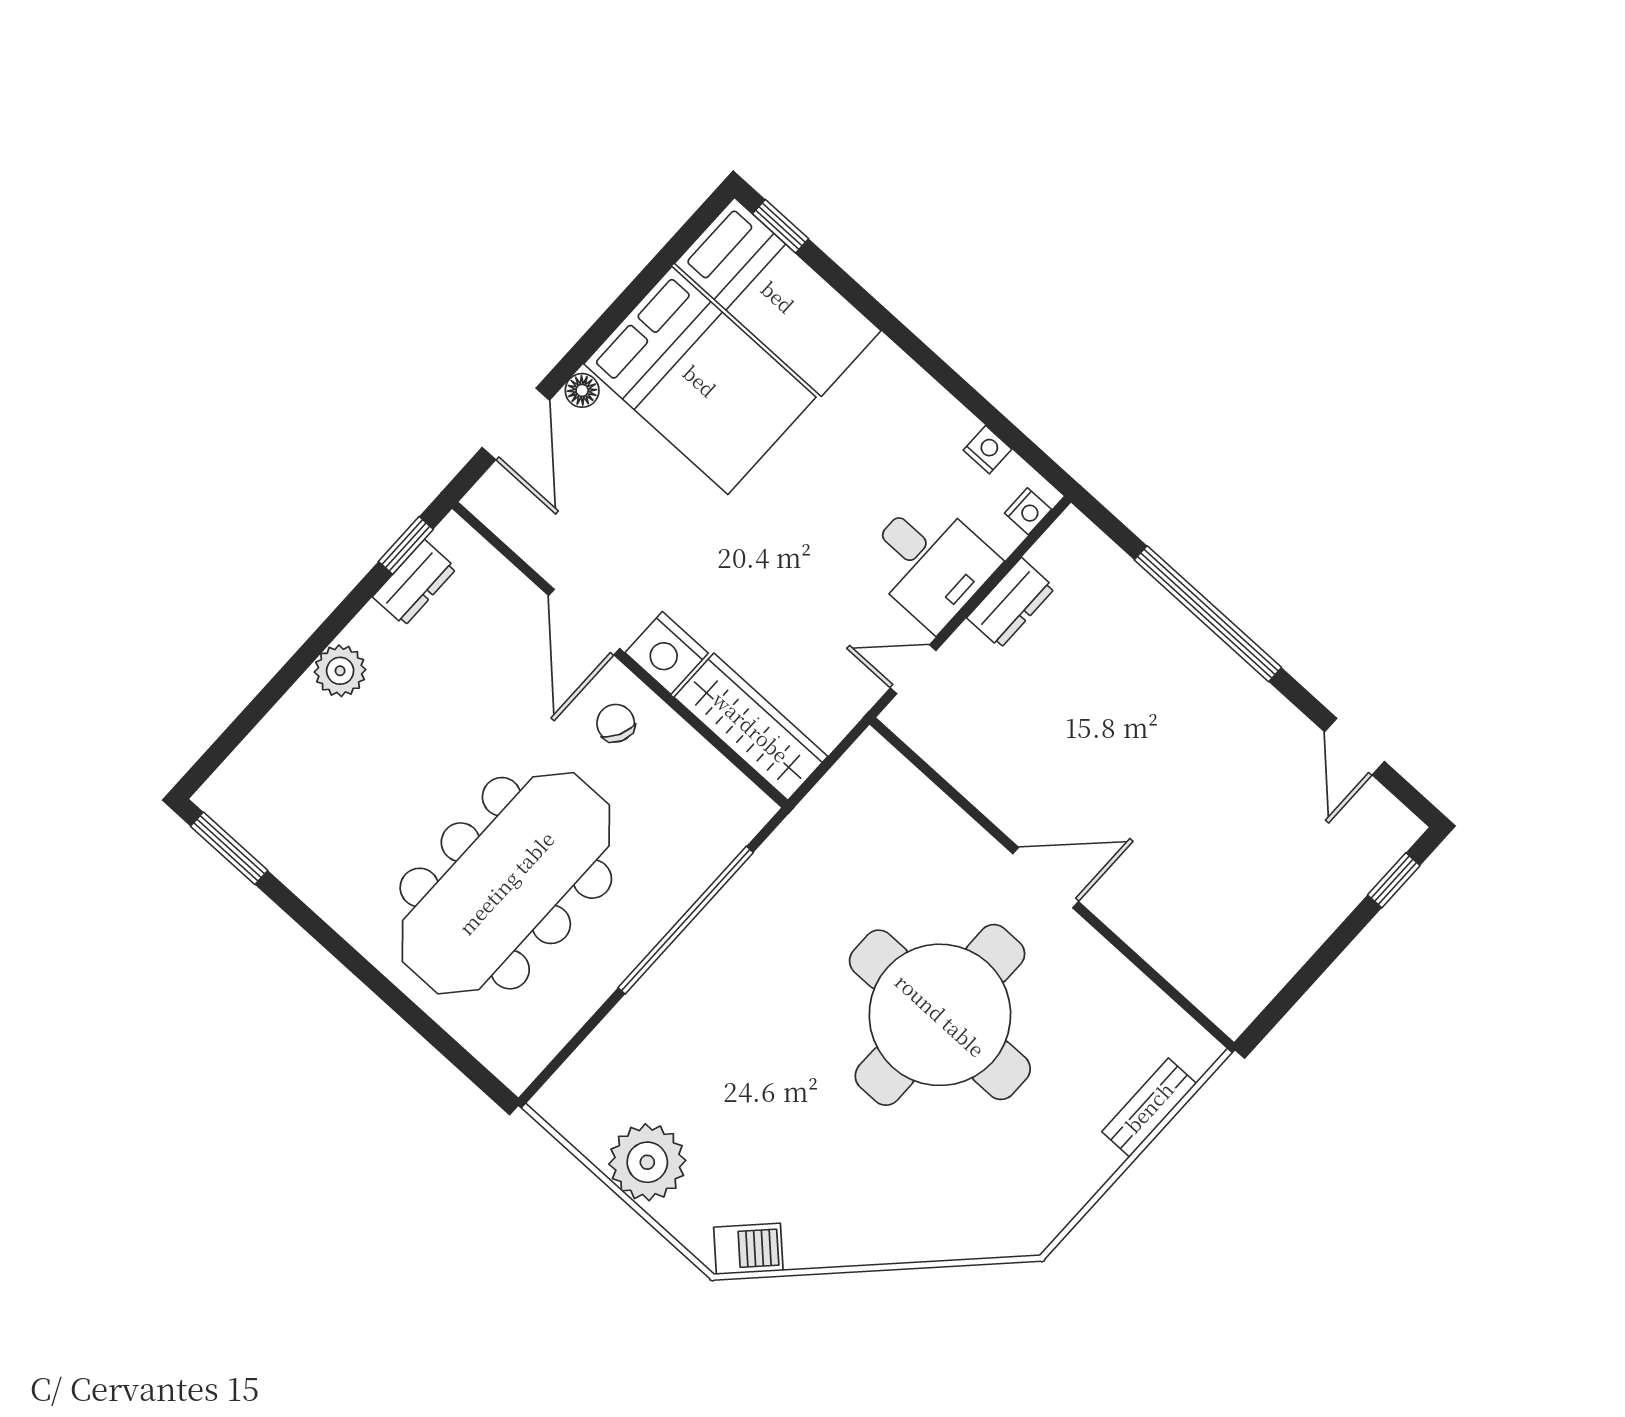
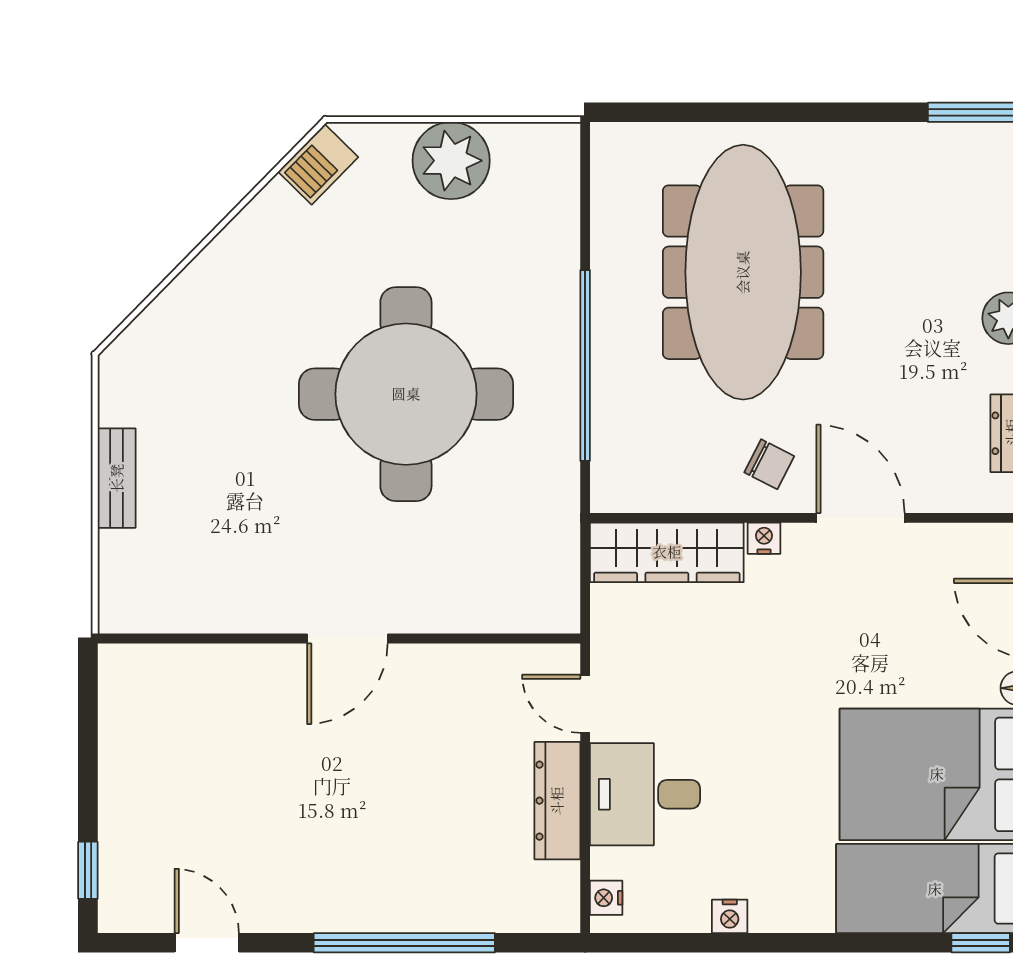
nightstand: (988, 450) -> (730, 916), moved
dresser: (1011, 603) -> (557, 801), width x1.44
nightstand: (667, 653) -> (764, 538), width x0.53, depth x0.56
door: (913, 669) -> (585, 704), swing flipped
round table: (940, 1015) -> (406, 394), moved
bench: (1149, 1107) -> (117, 478), moved

